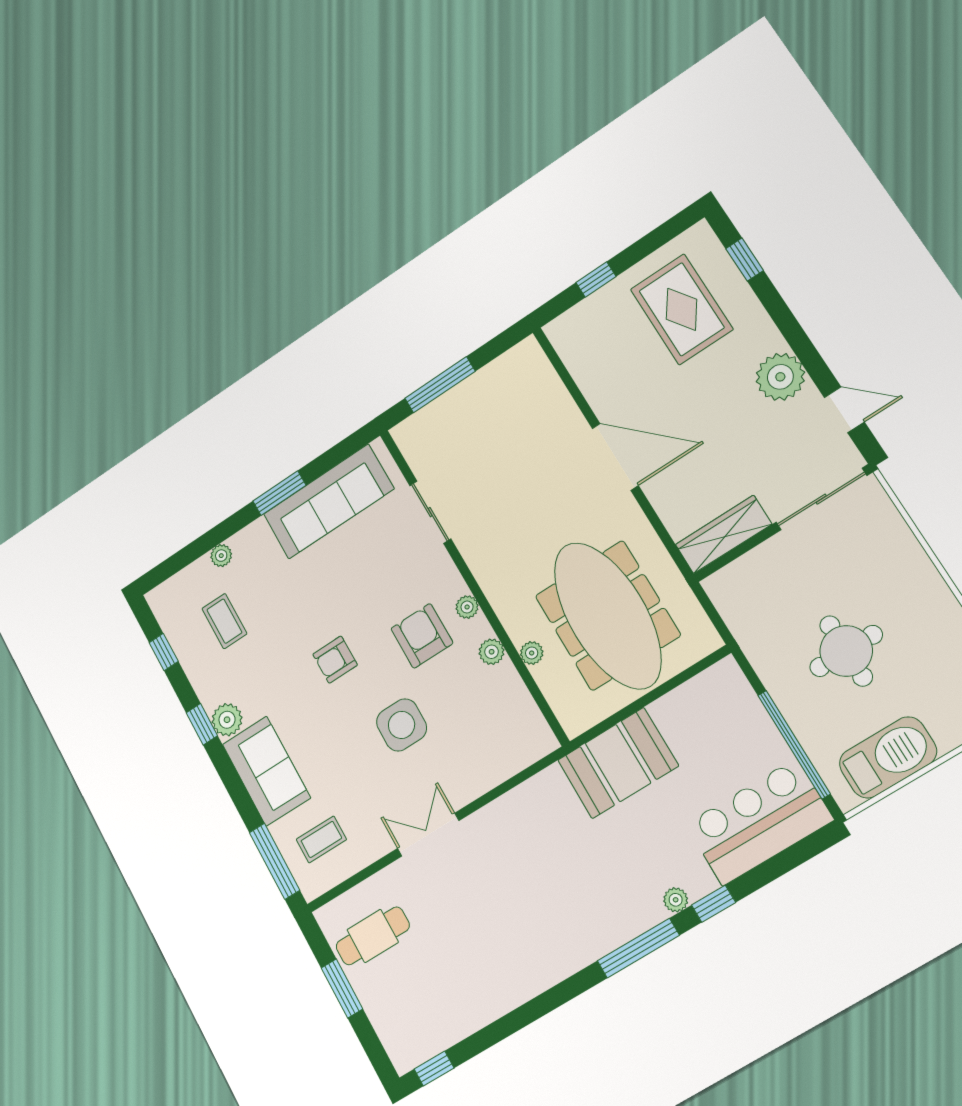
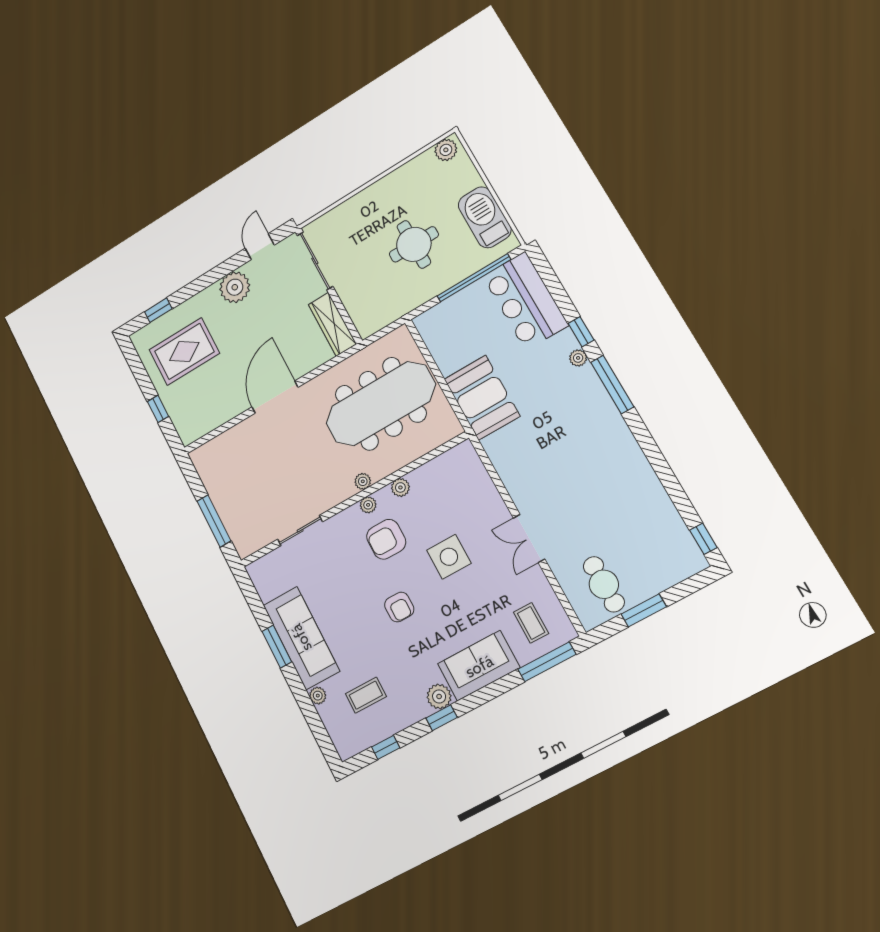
sofa: (328, 502) -> (301, 638), moved
plant: (532, 653) -> (363, 481), moved

